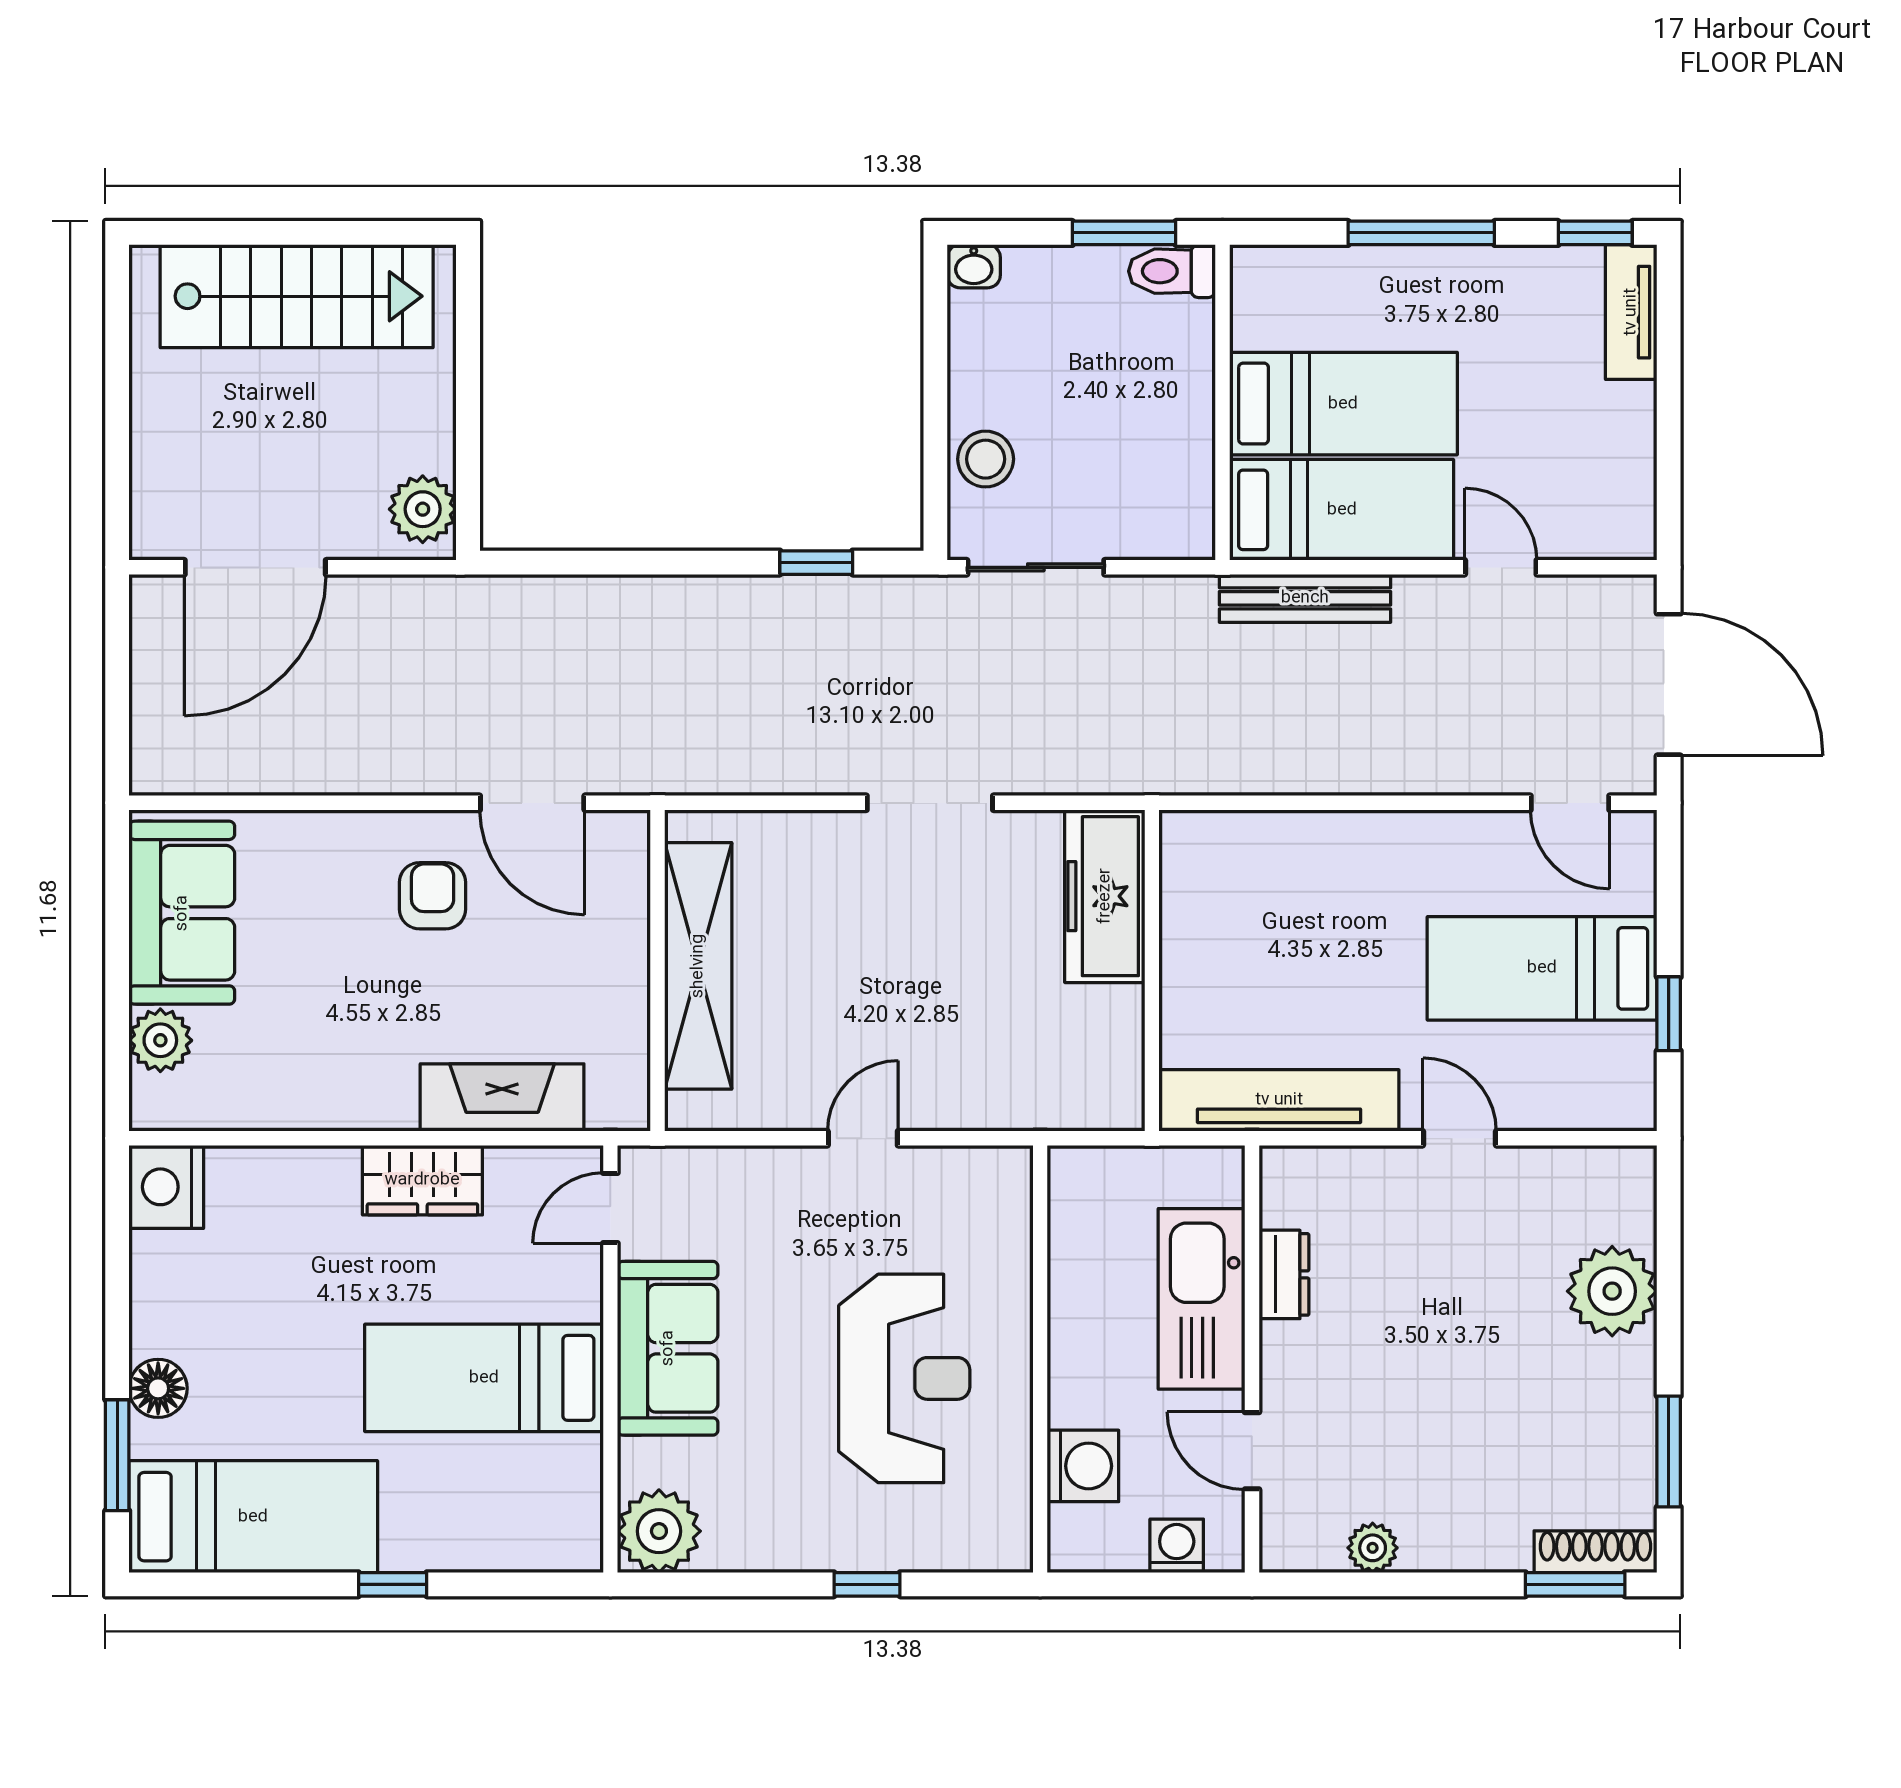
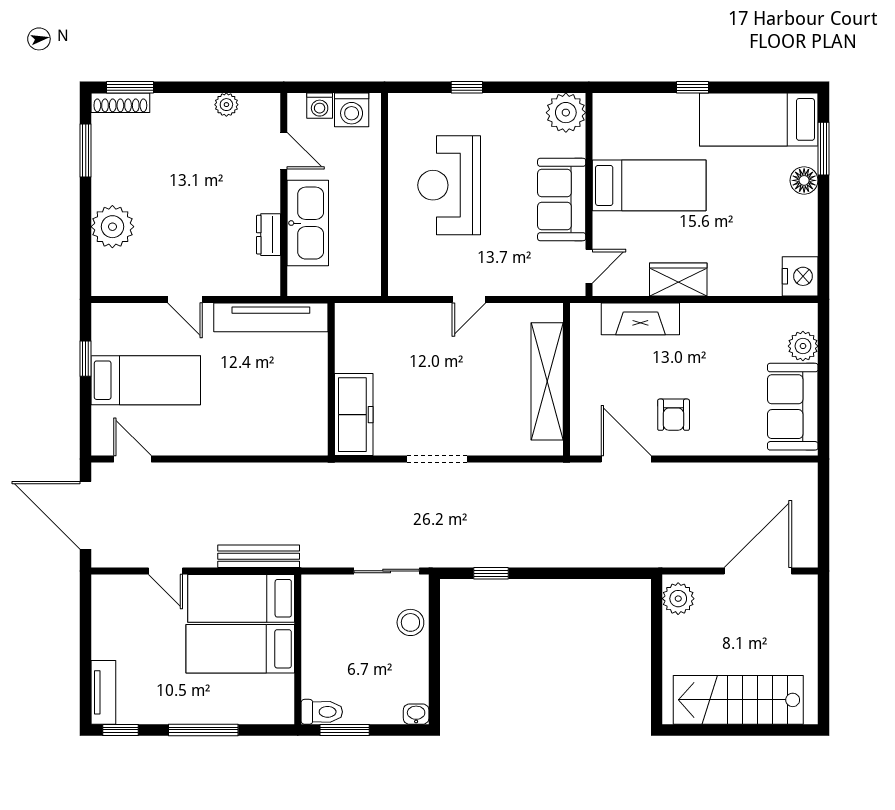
washing machine: (1083, 1466) -> (352, 110), moved, turned -90

